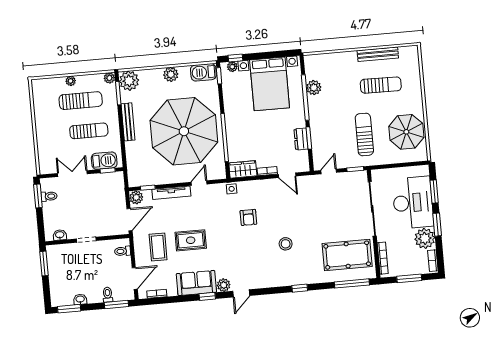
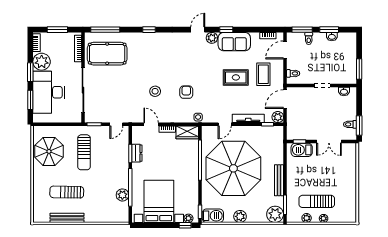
plant: (109, 78) -> (307, 218), moved
sun lounger: (89, 131) -> (312, 176), removed
stool: (286, 244) -> (155, 91), moved
window: (69, 309) -> (329, 30), moved

